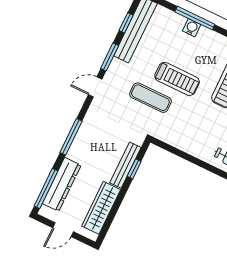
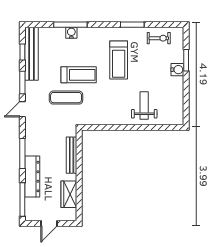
window: (134, 169) -> (79, 155), removed
dresser: (62, 184) -> (32, 177), moved
wardrobe: (101, 208) -> (69, 194), width x0.67

